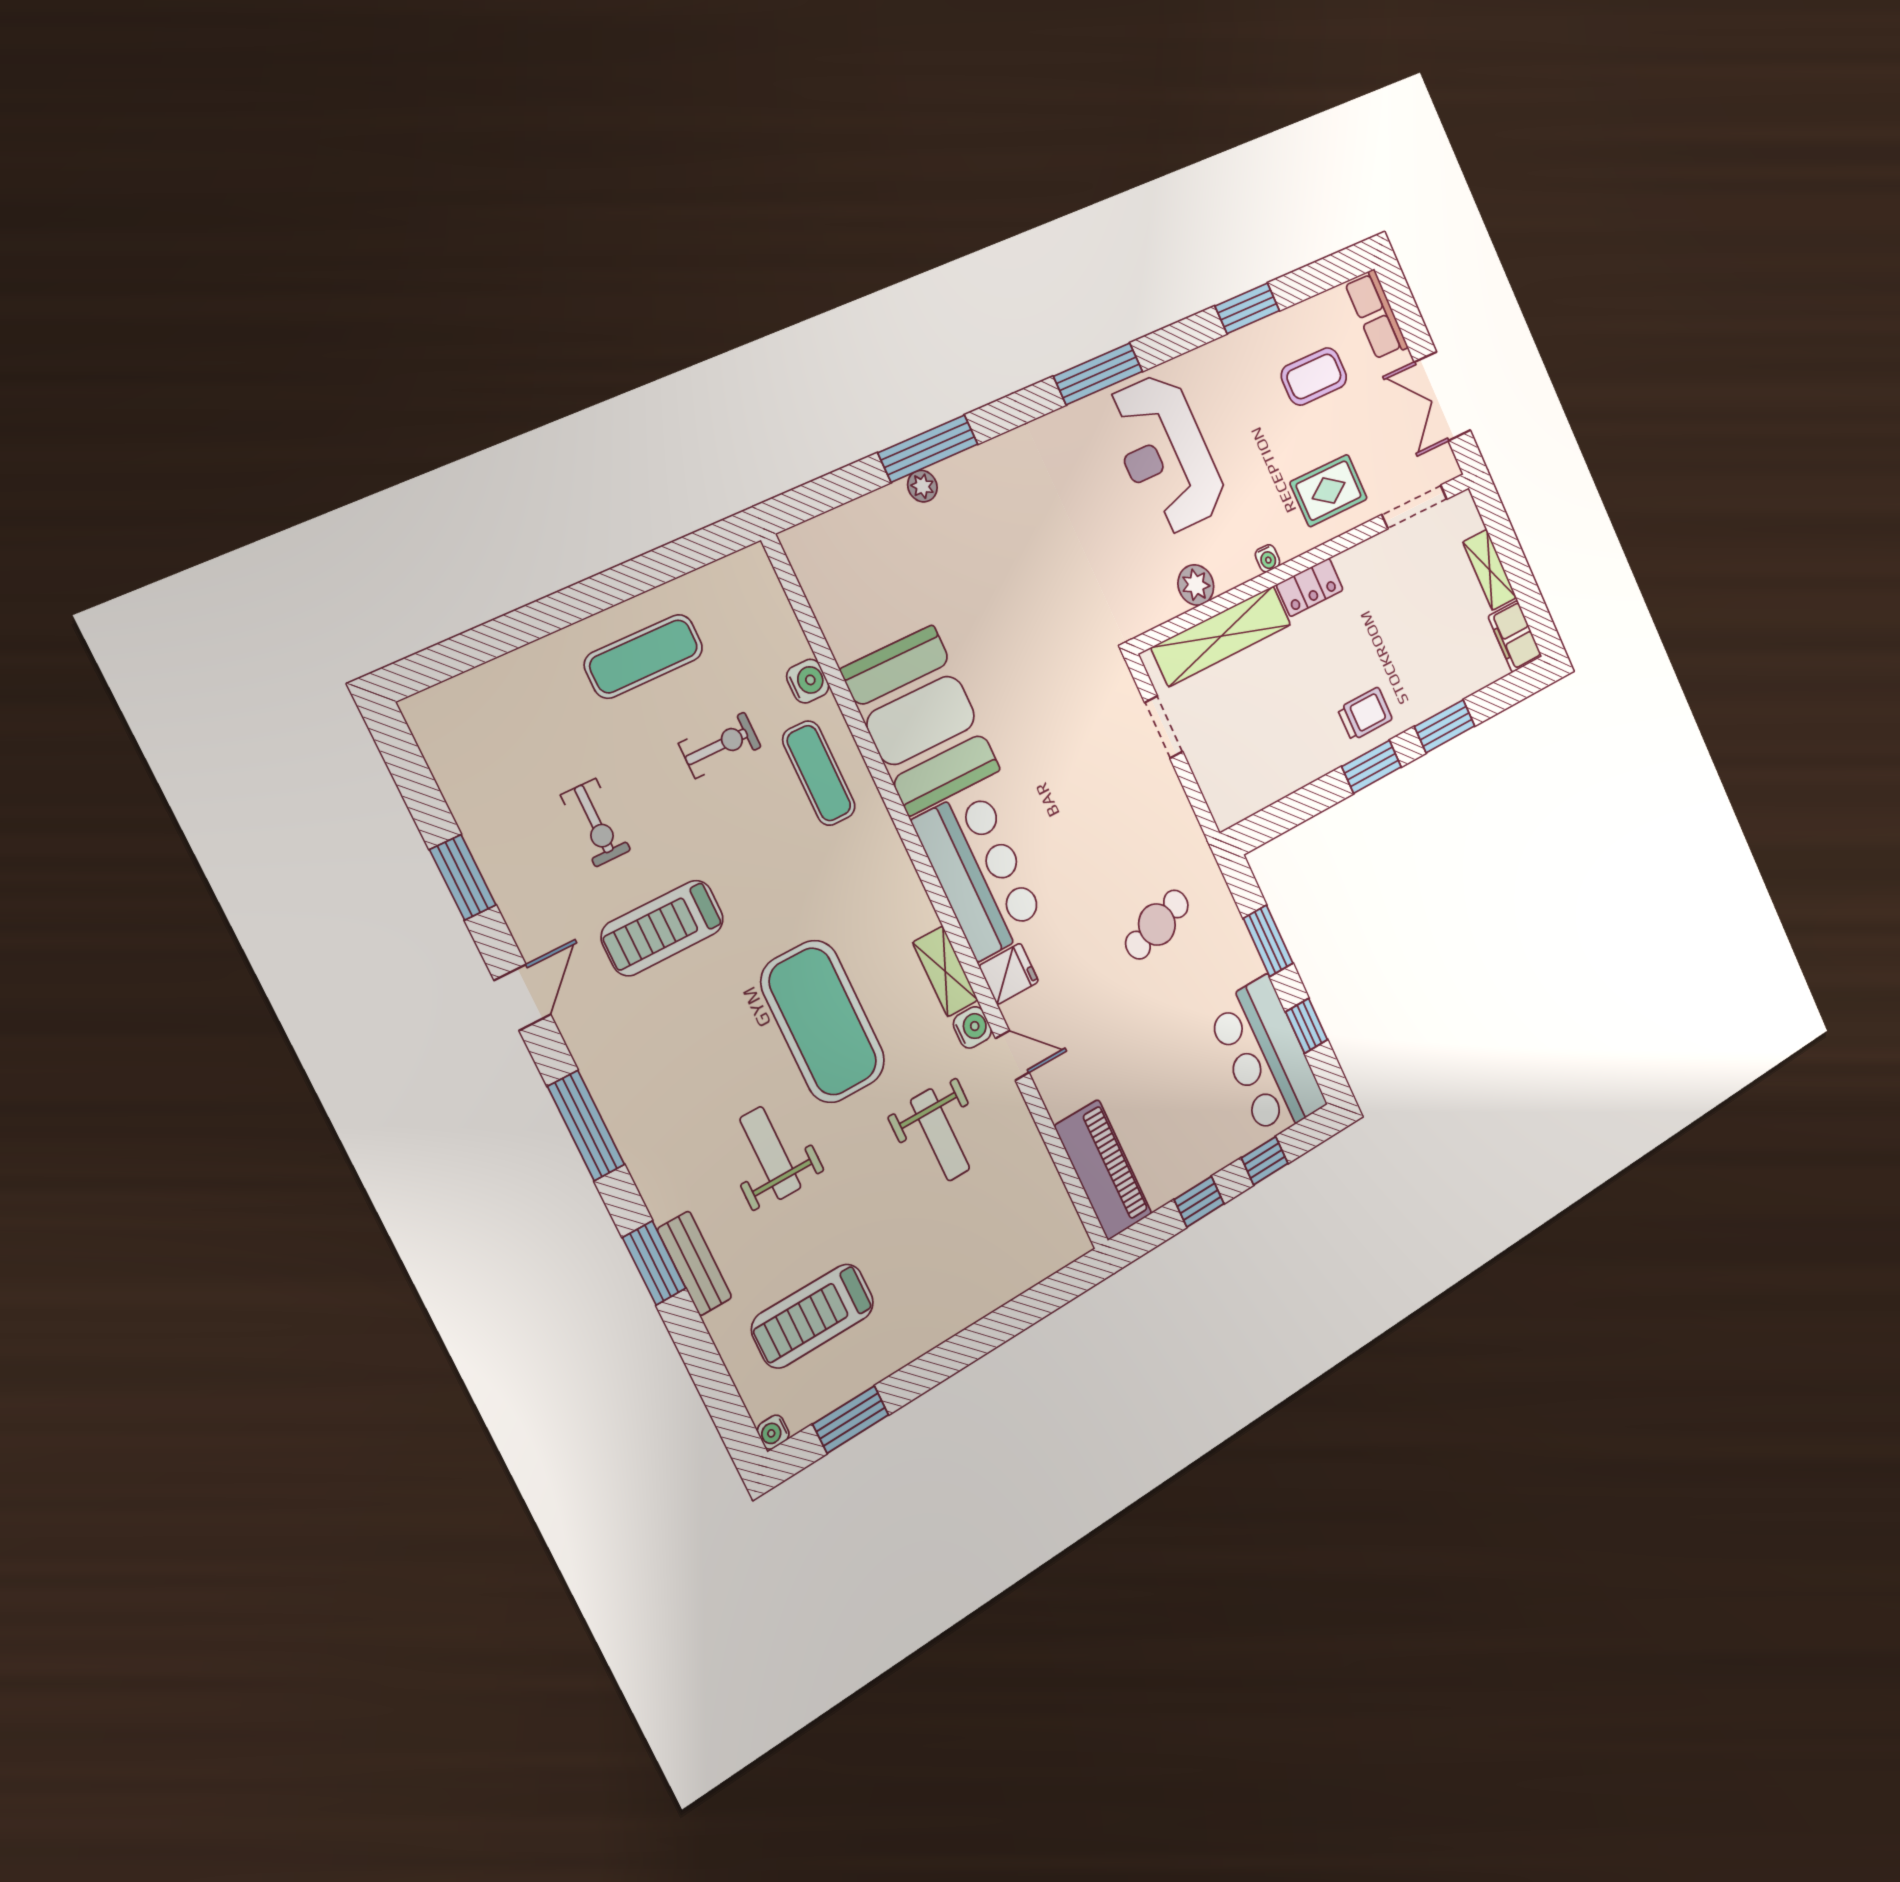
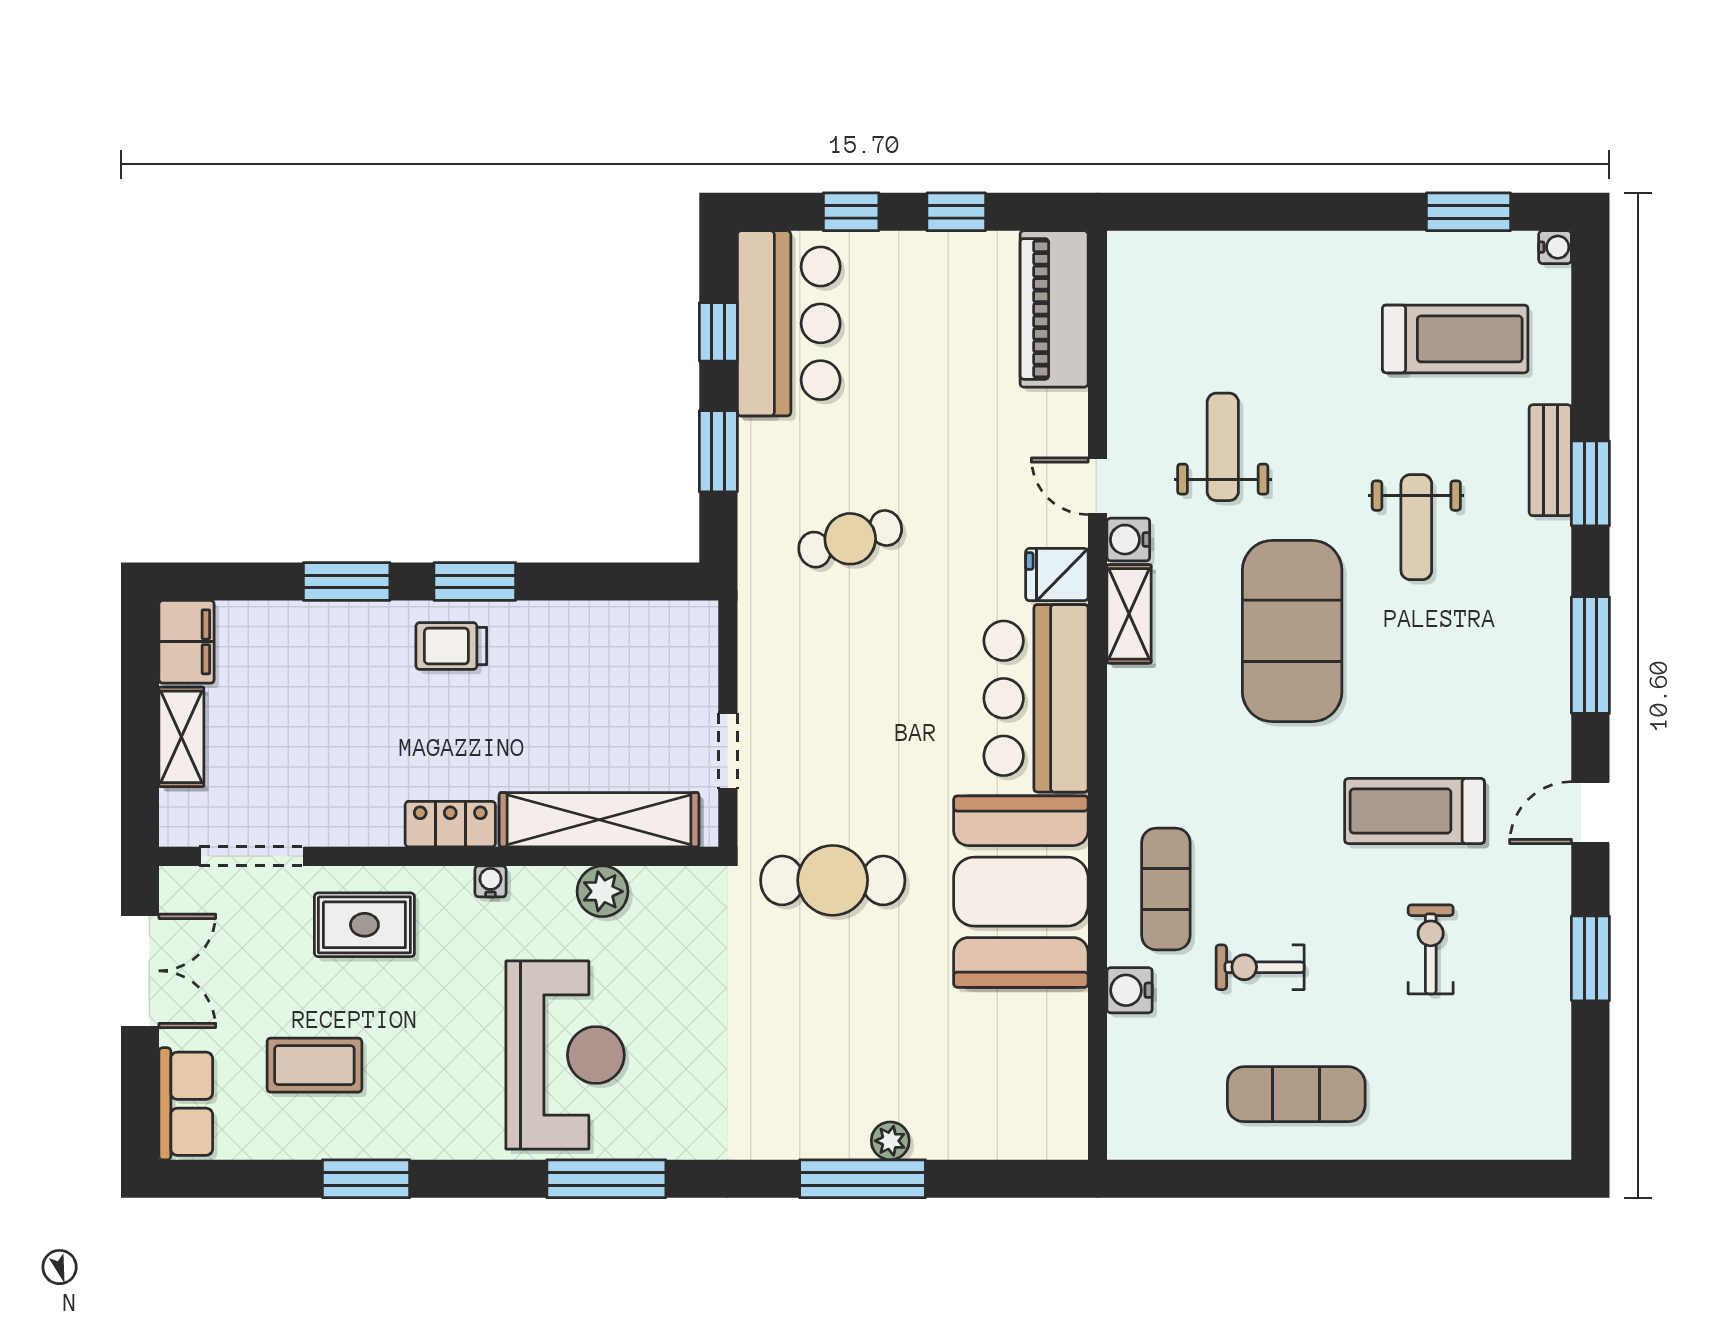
cafe table: (1052, 666) -> (833, 880), added
treadmill: (663, 928) -> (1414, 811), turned 180

